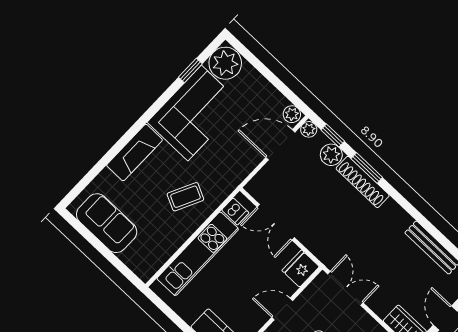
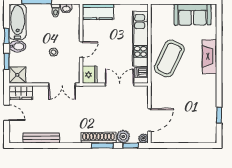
plant: (225, 63) -> (207, 133), removed
corner sofa: (195, 113) -> (200, 98), removed
plant: (292, 114) -> (157, 138), removed
coffee table: (185, 197) -> (169, 58), width x1.86, depth x1.72

